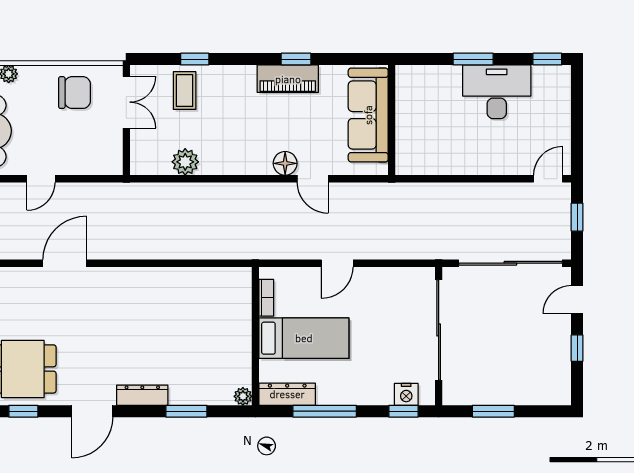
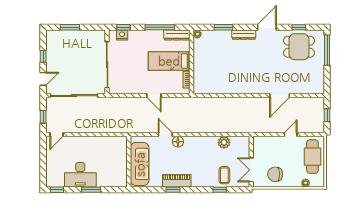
door: (337, 263) -> (154, 96), swing flipped
window: (493, 411) -> (70, 27), moved

